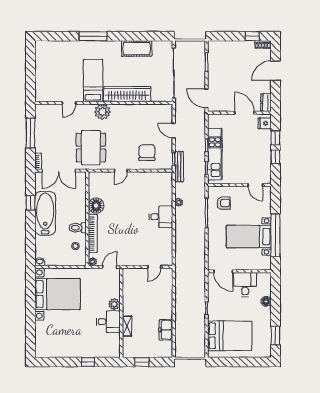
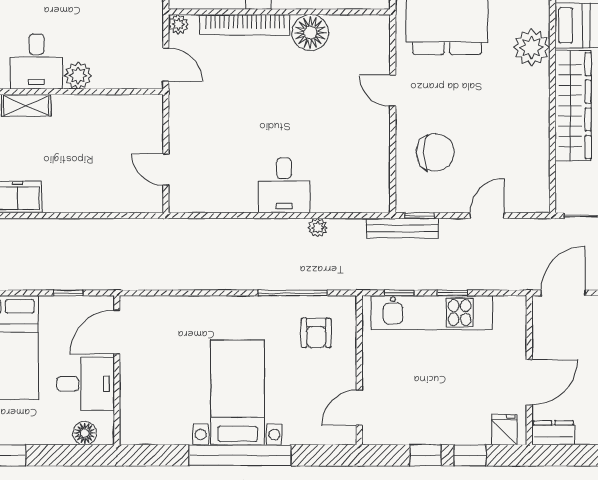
door: (223, 271) -> (117, 332), moved
wall: (239, 271) -> (117, 370), moved
desk: (245, 285) -> (86, 384), moved

